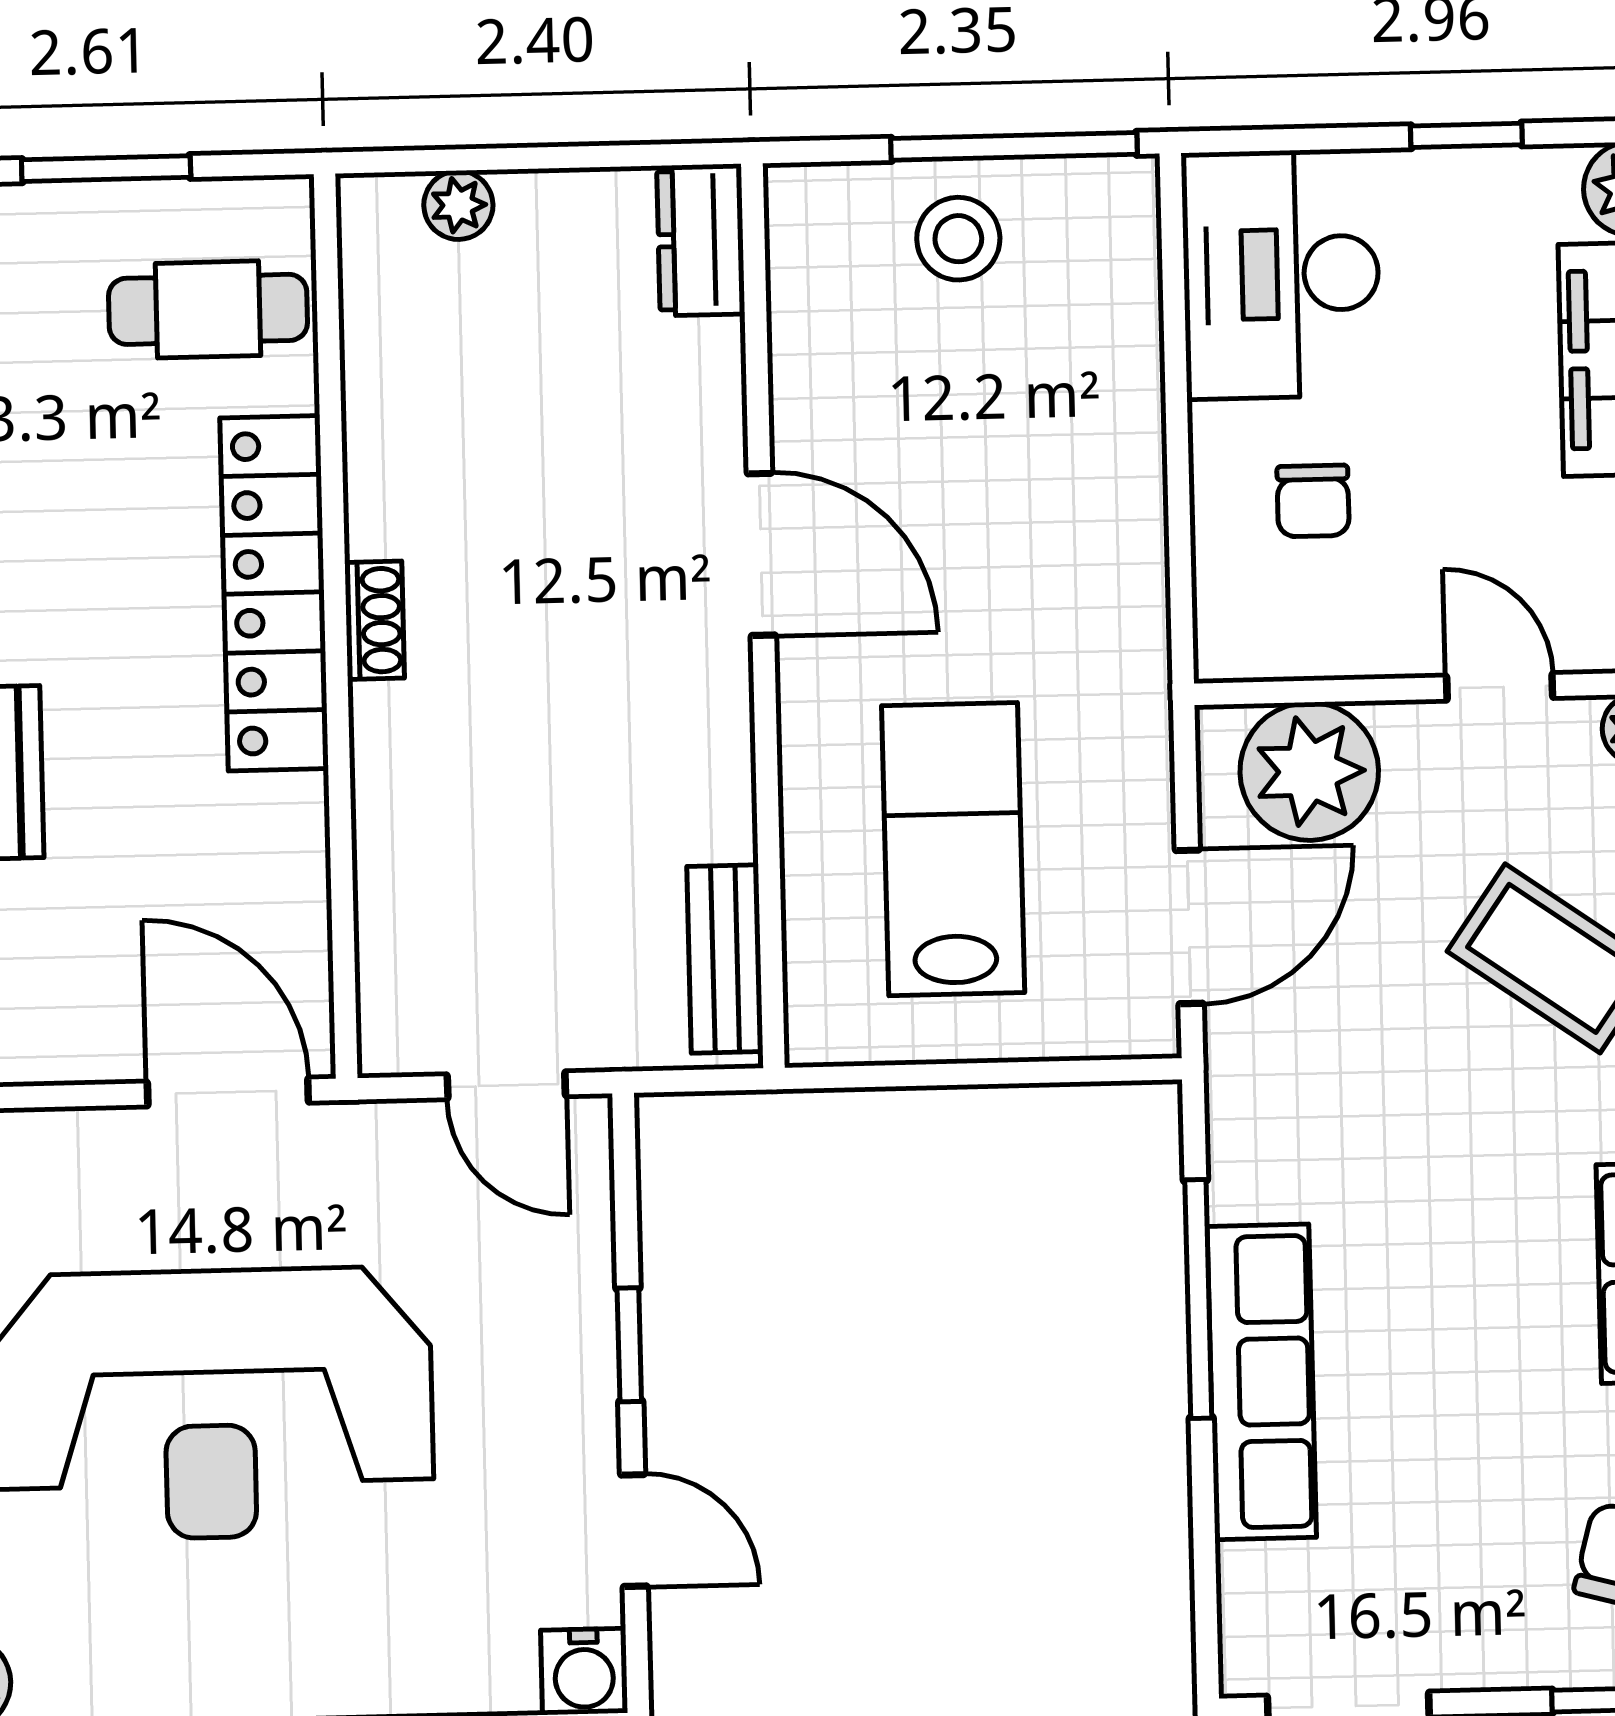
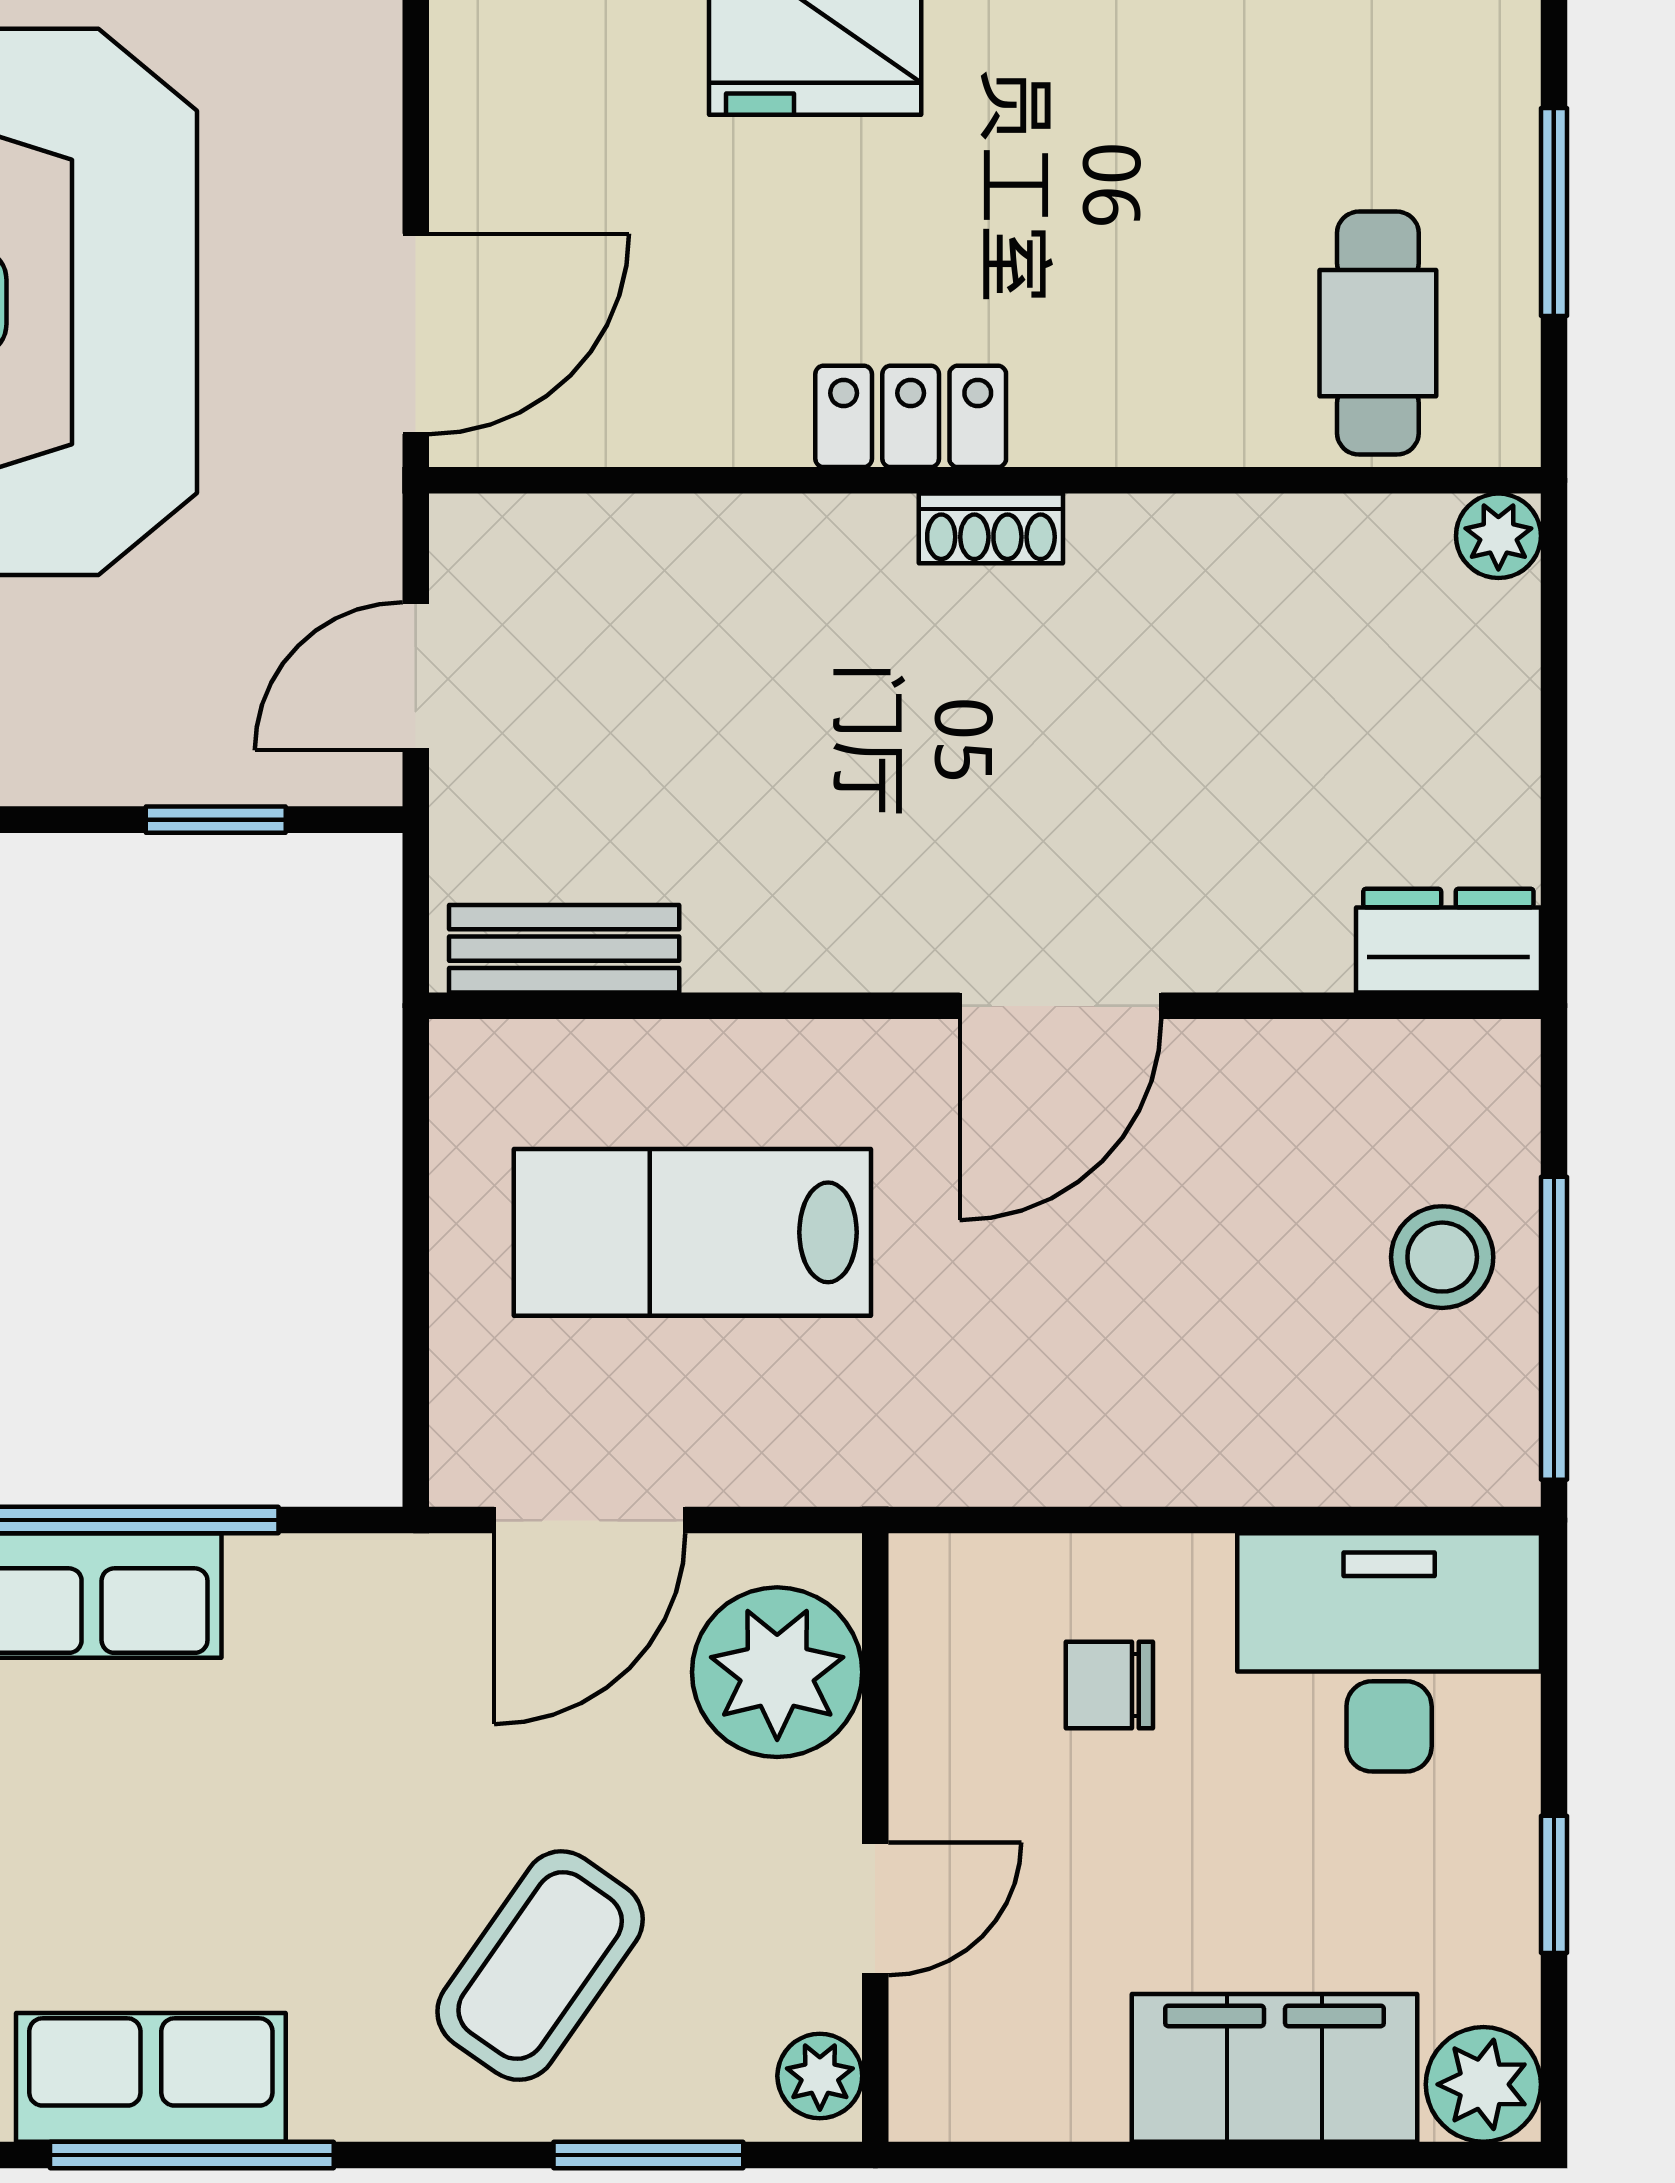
plant: (458, 205) -> (1498, 536), moved
locker: (274, 593) -> (911, 416), width x0.46, depth x0.83
lab bench: (953, 849) -> (692, 1232), turned 180
door: (1189, 927) -> (590, 1520), hinge flipped
window: (629, 1345) -> (216, 820), moved

